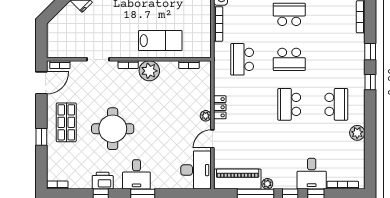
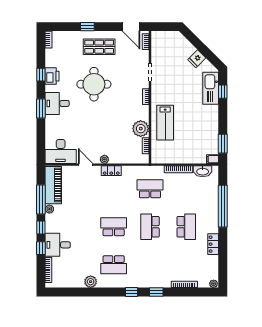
plant: (149, 71) -> (141, 129), moved

